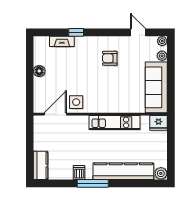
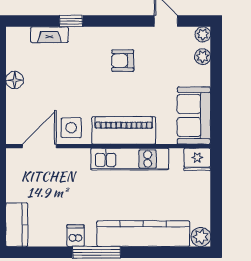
sofa: (156, 87) -> (194, 116), width x0.73
piano: (111, 104) -> (124, 130), added

